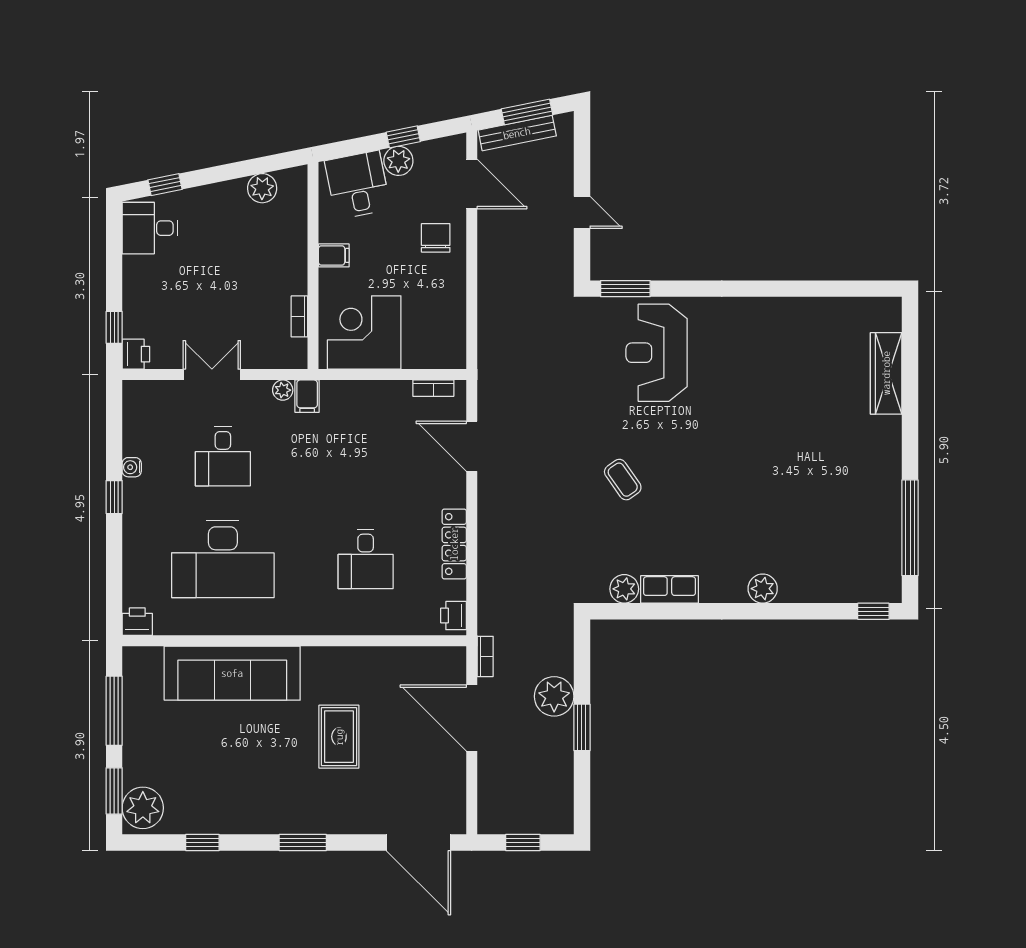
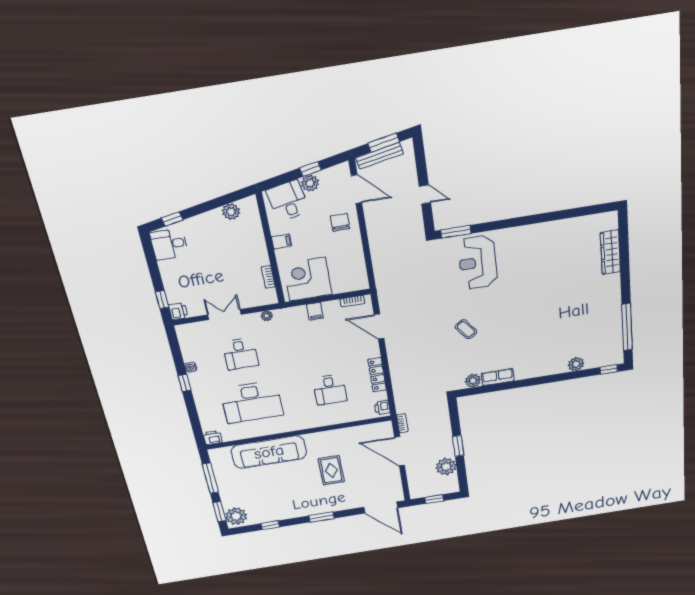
filing cabinet: (307, 396) -> (315, 311), moved
plant: (763, 589) -> (576, 364), moved
plant: (554, 696) -> (446, 467), moved

